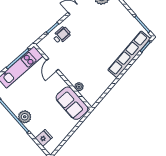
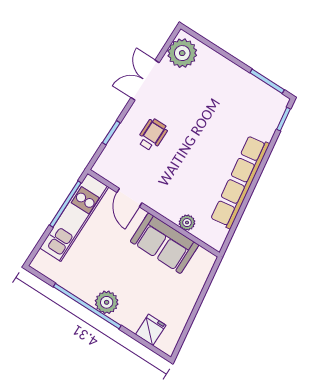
wheelchair: (62, 35) -> (152, 135), moved
row of seats: (129, 54) -> (240, 182), moved
sofa: (72, 103) -> (165, 243), moved

